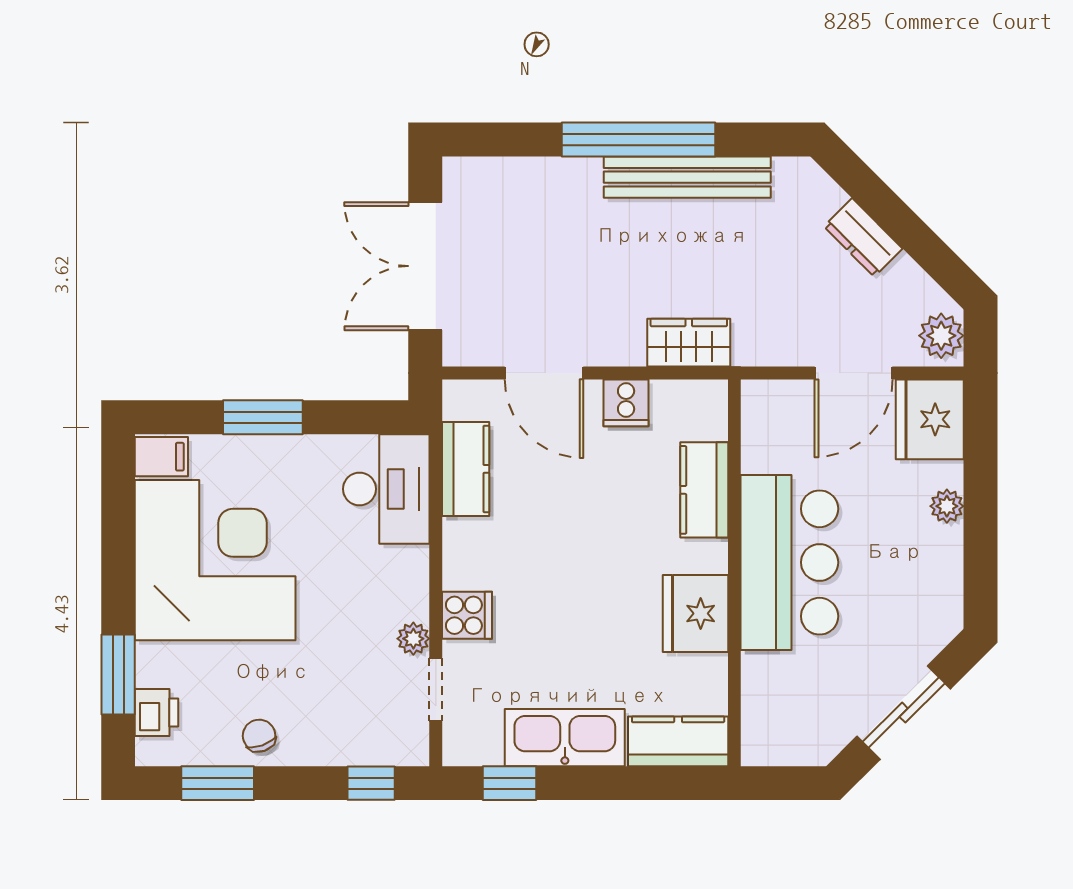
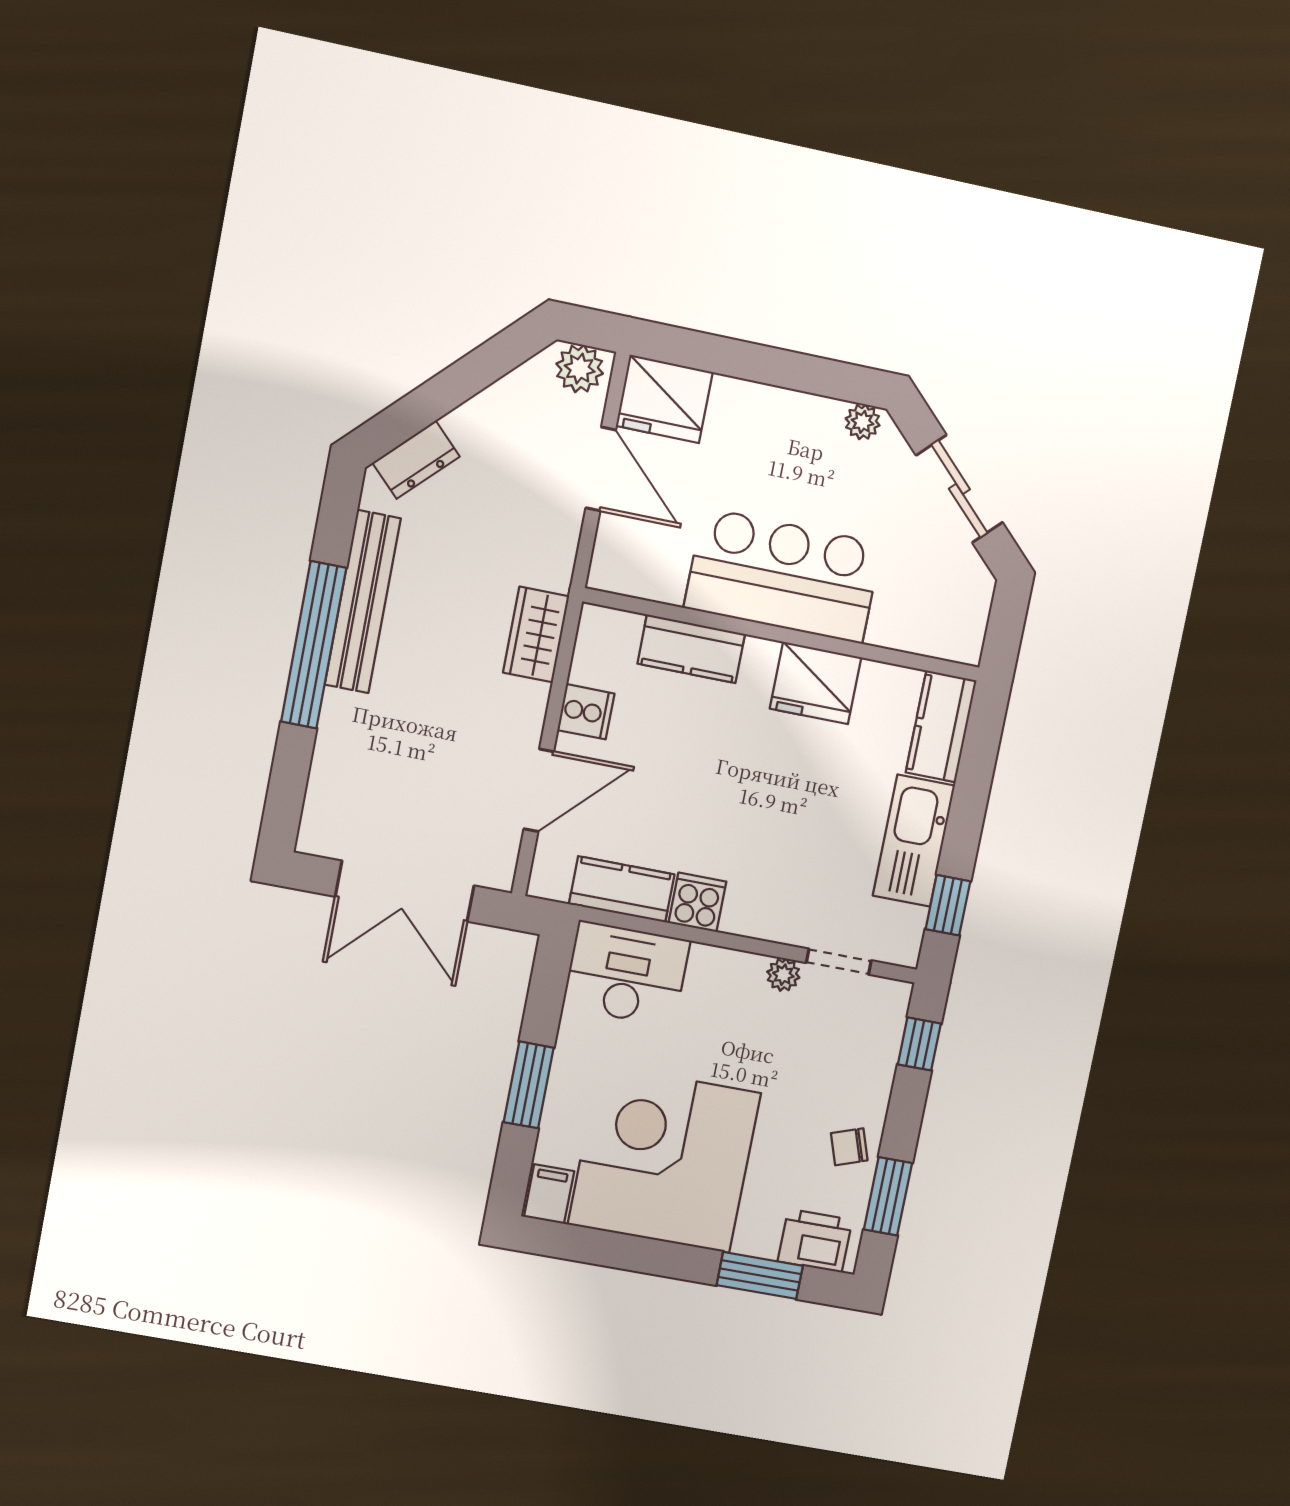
dresser: (863, 238) -> (416, 460), moved
plant: (947, 506) -> (863, 422), moved
cooker: (467, 615) -> (697, 902), moved
printer: (157, 712) -> (815, 1241), width x1.36, depth x1.24

